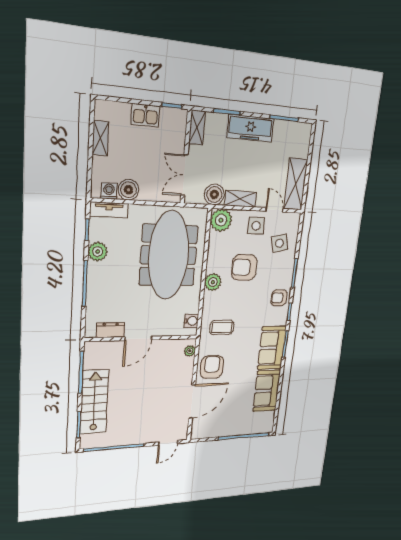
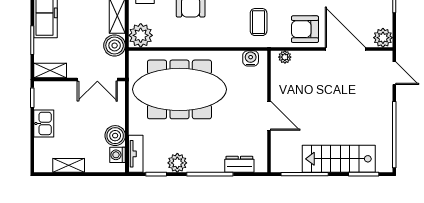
plant: (213, 282) -> (383, 38), moved
dresser: (110, 330) -> (239, 164), moved, turned 90

